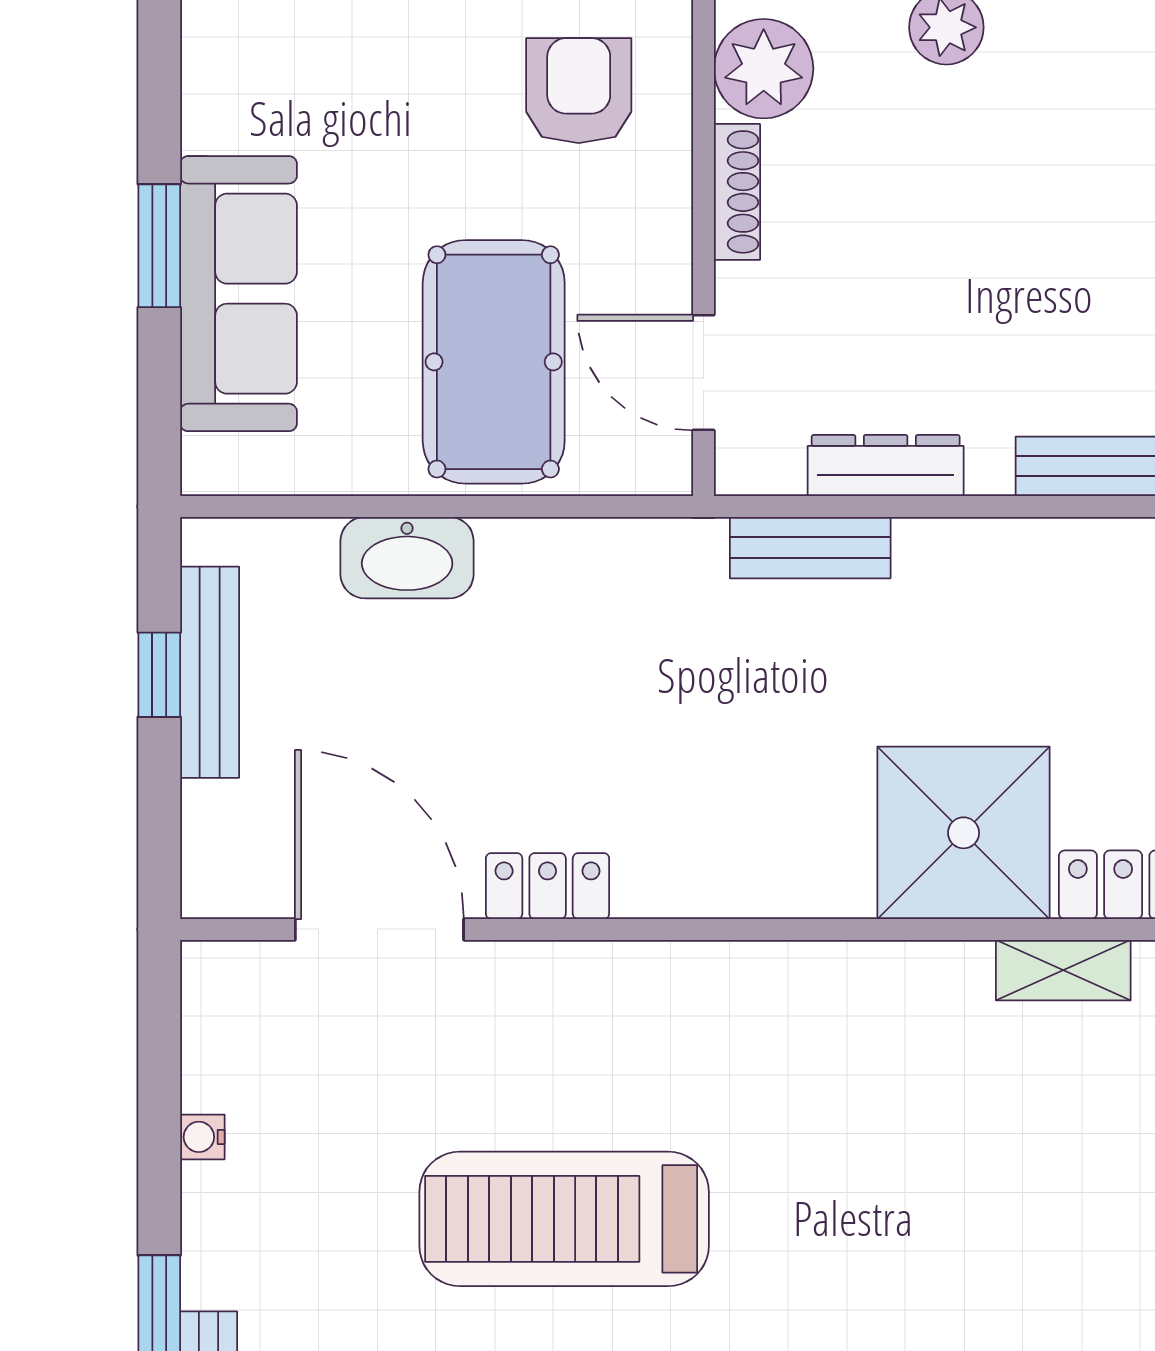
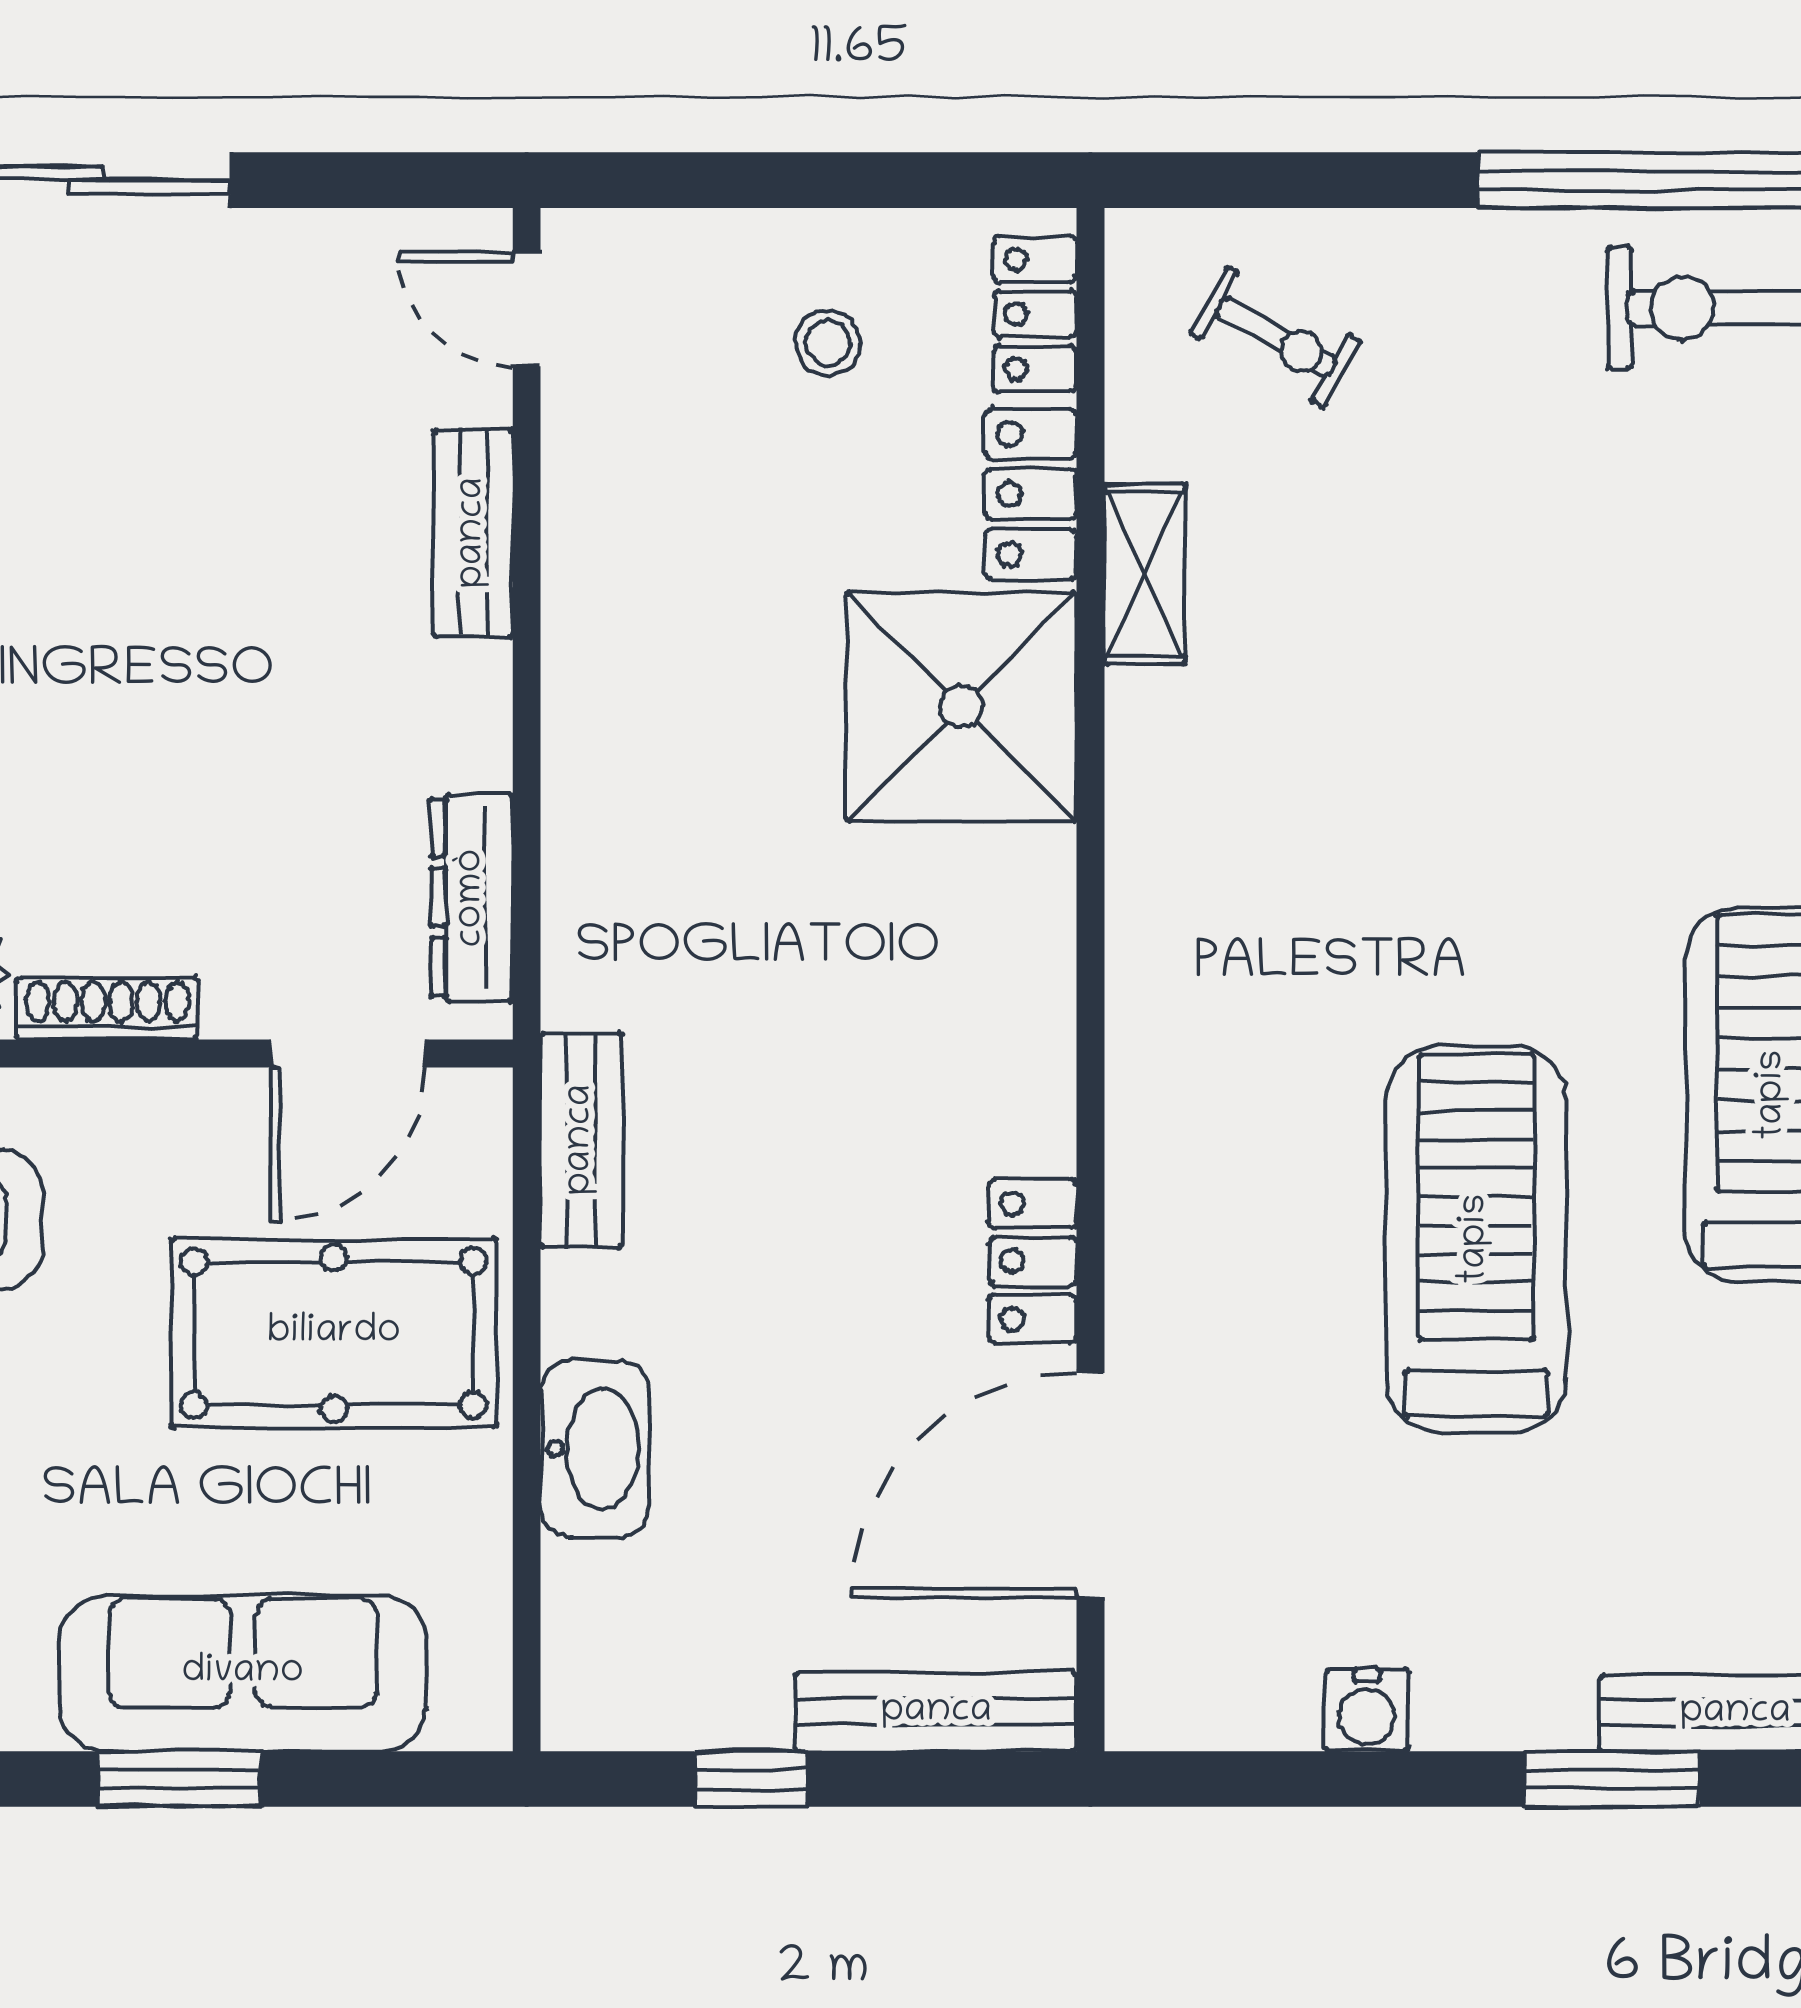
dresser: (886, 466) -> (472, 898), moved
bench: (810, 548) -> (581, 1140), moved
bench: (210, 672) -> (936, 1712), moved
water cooler: (202, 1137) -> (1367, 1710), width x1.38, depth x1.38
treadmill: (564, 1219) -> (1476, 1239), turned 180

